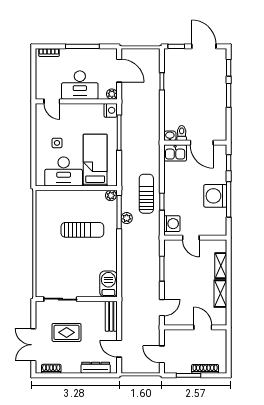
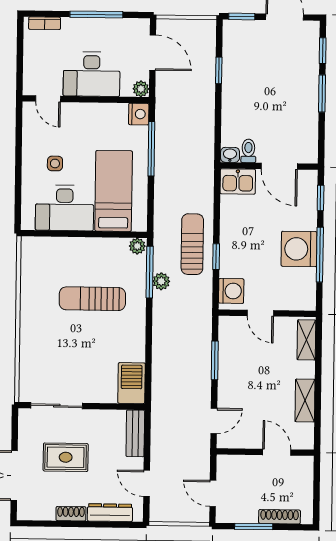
sun lounger: (82, 230) -> (92, 299), turned 180
shelving: (221, 266) -> (306, 340), moved
shoe rack: (51, 369) -> (71, 514), moved

